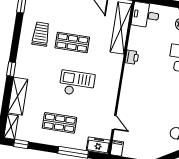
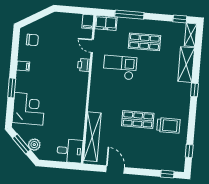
trolley: (41, 34) -> (168, 125), turned -90
printer: (132, 57) -> (84, 65), moved
checkout: (77, 84) -> (120, 68), moved, turned 180

